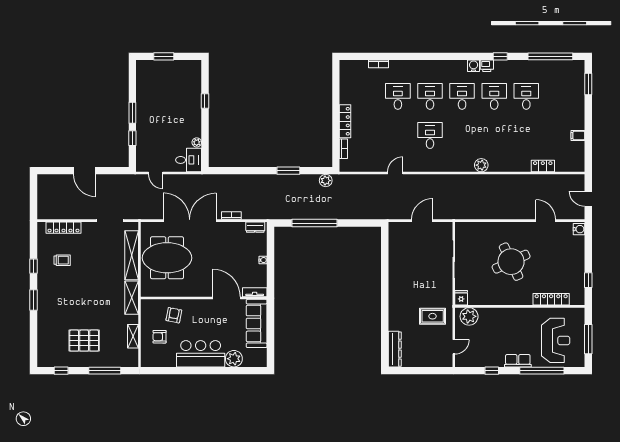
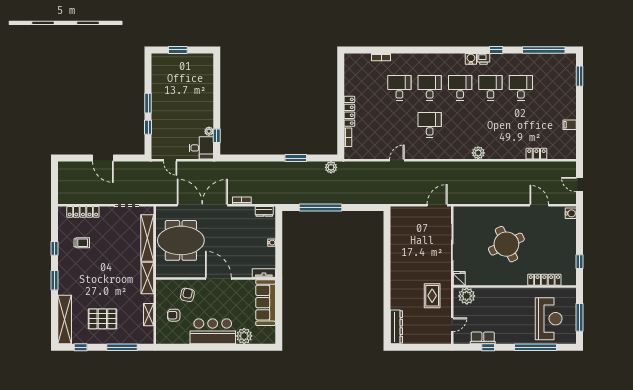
window: (205, 101) -> (217, 136), moved
door: (422, 221) -> (437, 205), moved
door: (227, 298) -> (218, 279), moved
rug: (433, 316) -> (432, 296), turned 90
shelving: (44, 341) -> (65, 319), added
row of seats: (518, 361) -> (483, 338), moved

